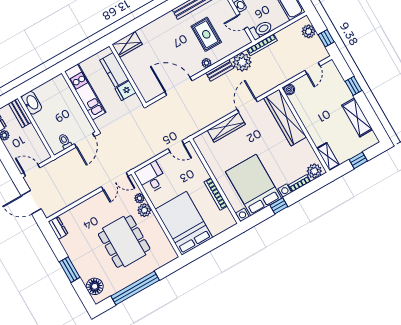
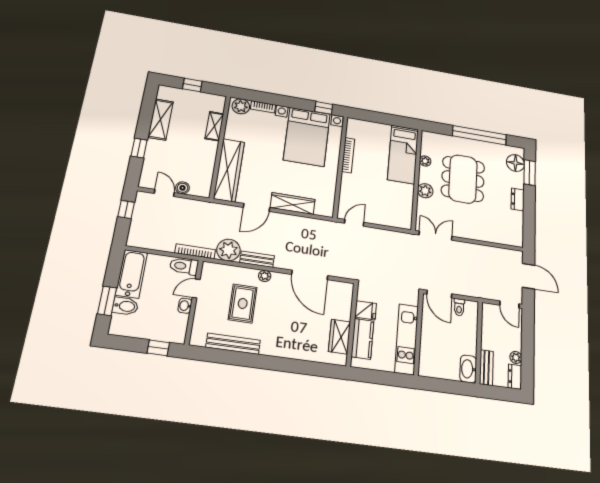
door: (242, 22) -> (196, 288), swing flipped
plant: (309, 31) -> (138, 229), removed
wardrobe: (127, 44) -> (340, 337), moved, turned -90
door: (312, 68) -> (164, 193), hinge flipped
boiler: (289, 90) -> (182, 188), moved
door: (84, 140) -> (439, 294), swing flipped
door: (176, 146) -> (354, 223), hinge flipped
shelving: (328, 157) -> (214, 126), moved
desk: (151, 178) -> (398, 213), removed
plant: (140, 198) -> (425, 161), moved
window: (279, 206) -> (324, 108), moved
bed: (184, 223) -> (403, 154), width x0.67
dresser: (58, 228) -> (518, 199), moved
window: (70, 270) -> (530, 173), moved

